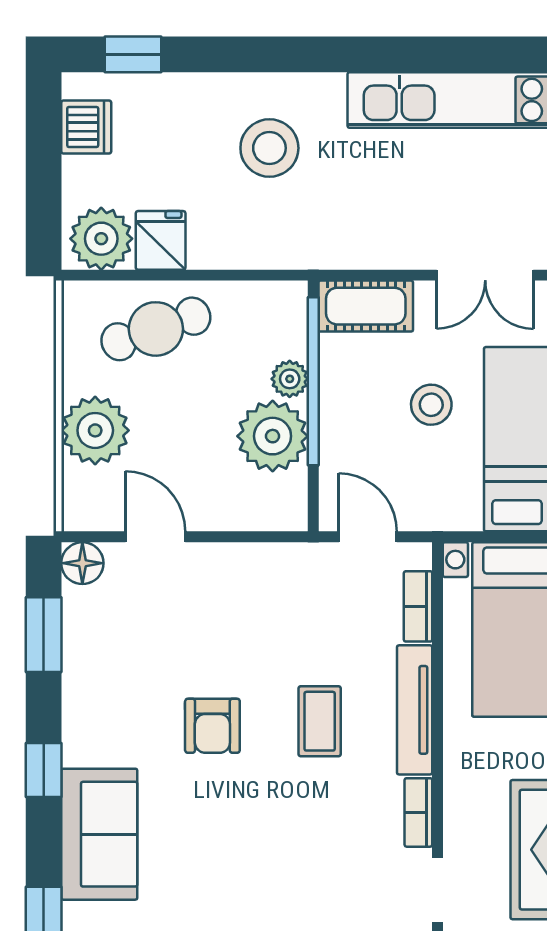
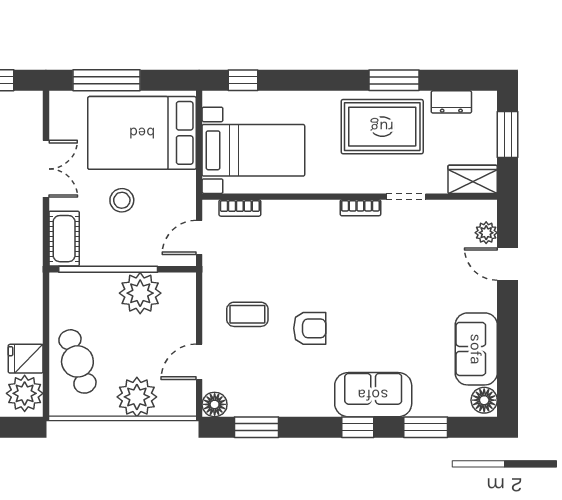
plant: (290, 379) -> (107, 283), removed
tv unit: (415, 710) -> (300, 210), removed
coffee table: (320, 721) -> (247, 314), moved
window: (44, 770) -> (358, 427), moved

